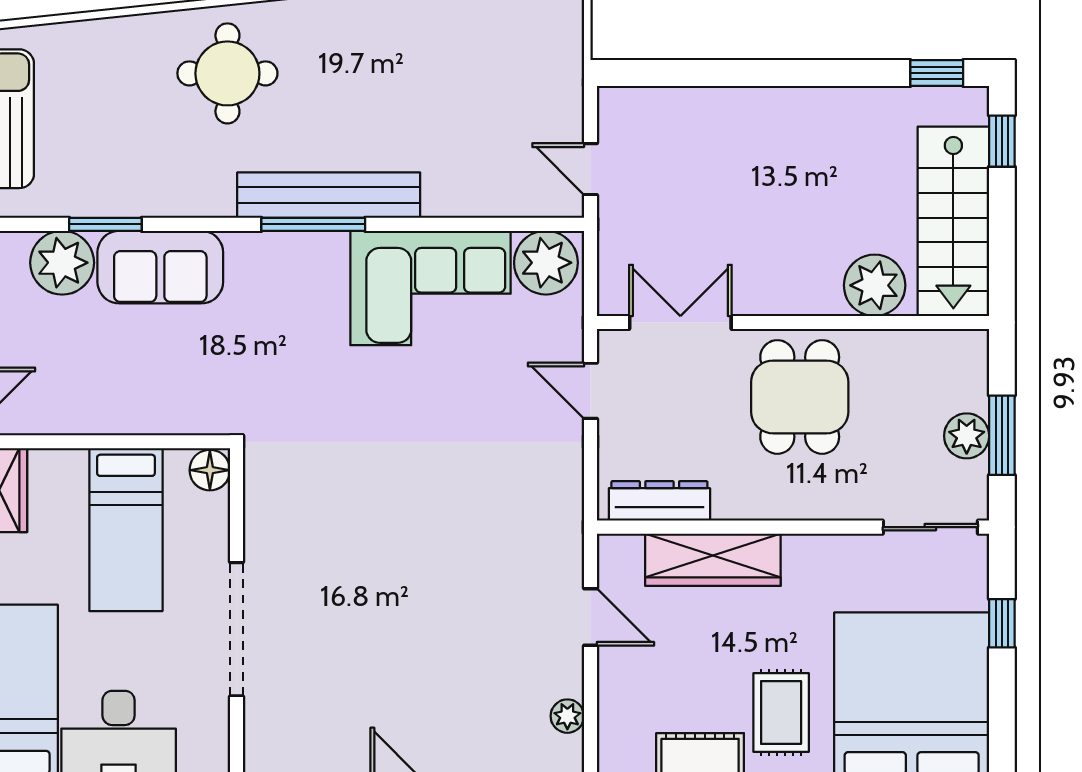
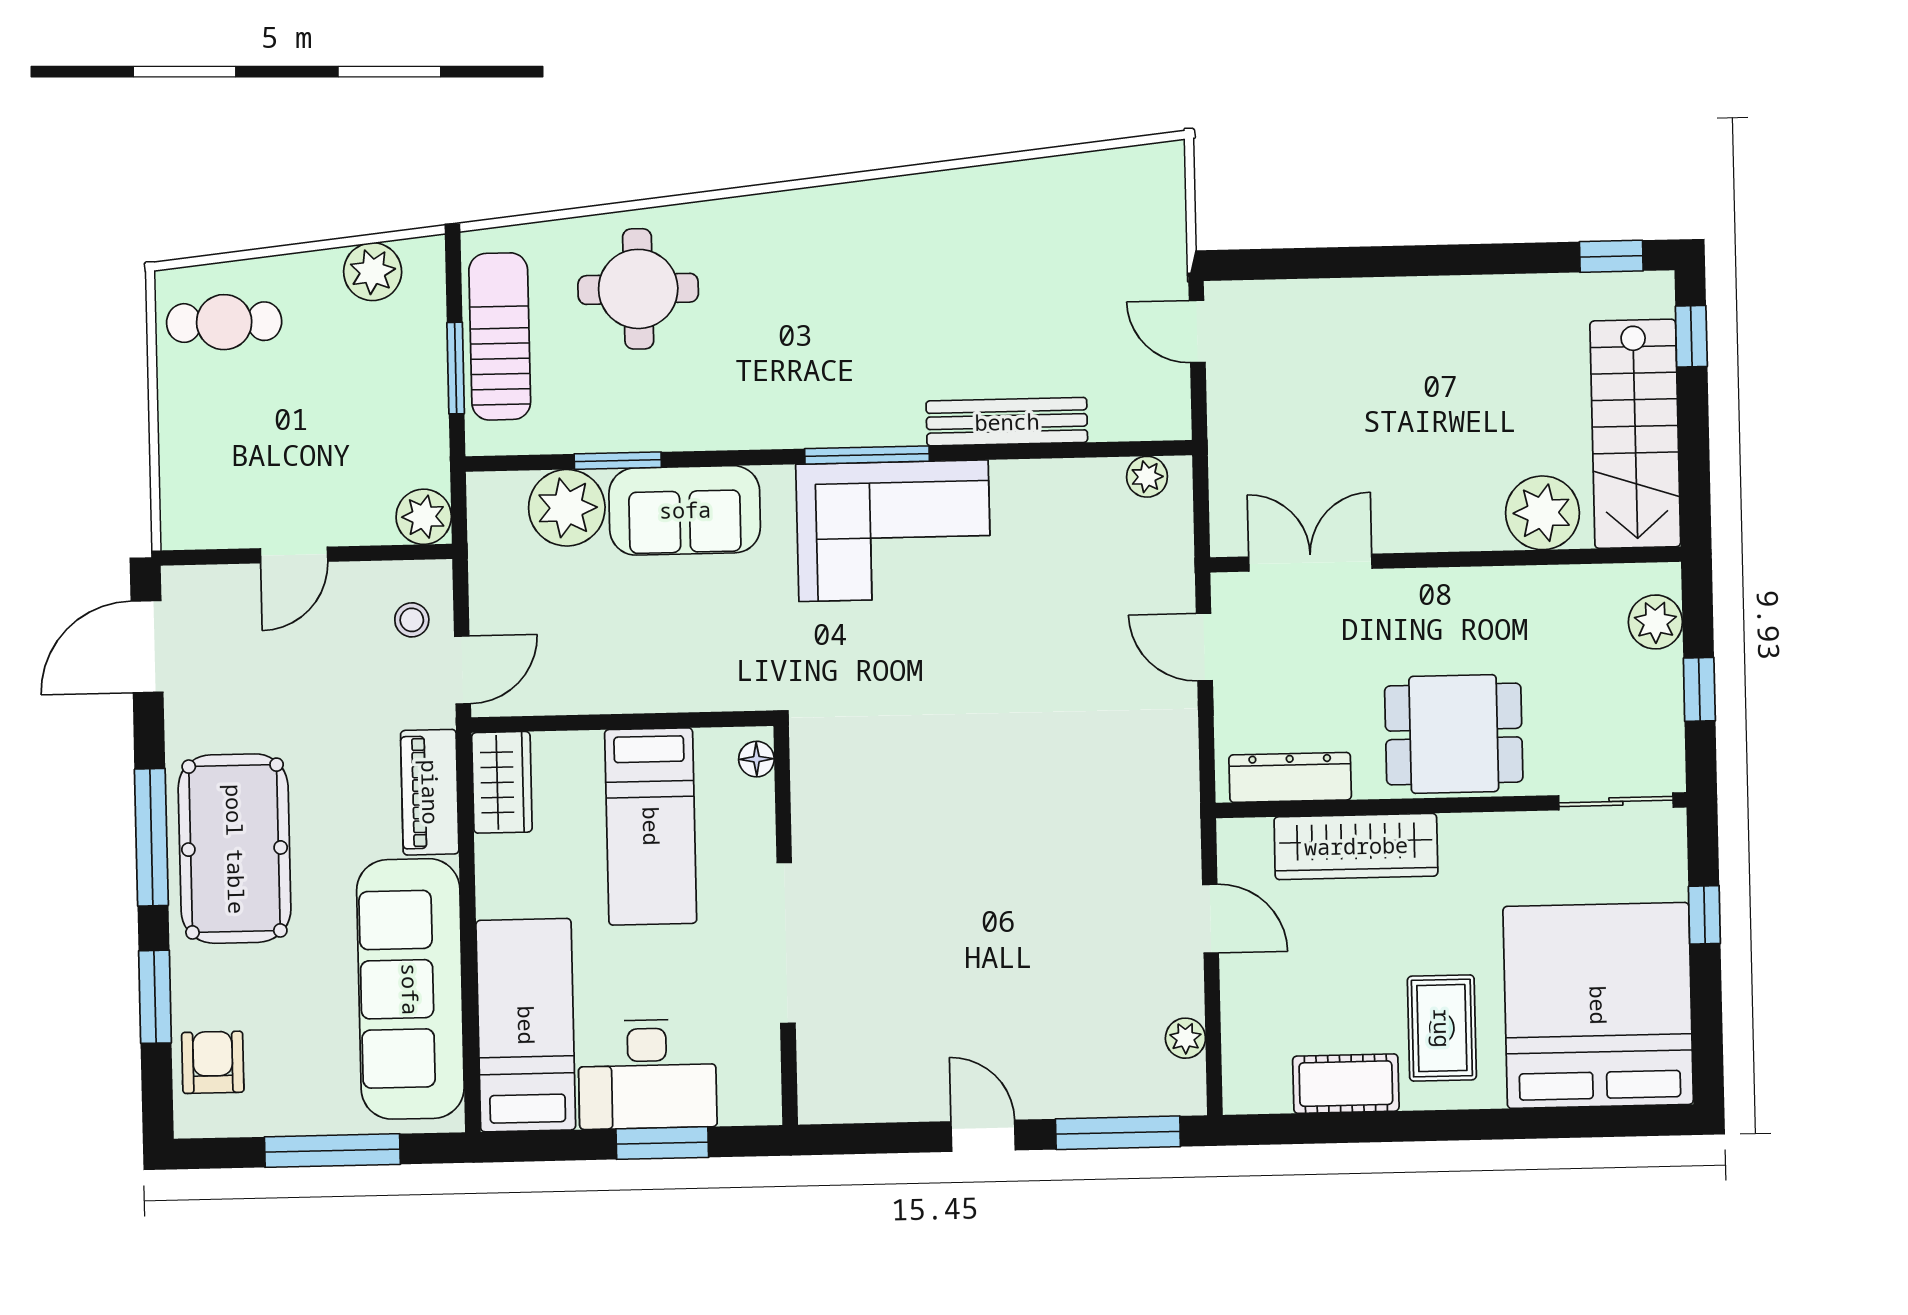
round table: (227, 73) -> (638, 289), moved
door: (590, 169) -> (1197, 331), moved
bench: (329, 195) -> (1007, 422), moved, width x0.73, depth x0.82
plant: (546, 263) -> (1147, 477), width x0.53, depth x0.53
corner sofa: (430, 288) -> (893, 531), moved
dining table: (800, 397) -> (1454, 734), moved, turned 90
window: (1002, 435) -> (1699, 689), width x0.67
plant: (967, 436) -> (1655, 622), moved
floor lamp: (210, 470) -> (756, 759), width x0.73, depth x0.73

